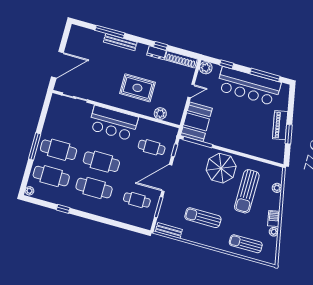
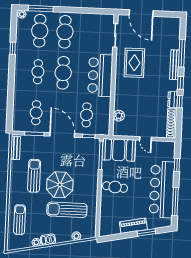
window: (141, 40) -> (181, 83), added
plant: (206, 68) -> (169, 147), removed
rug: (137, 88) -> (134, 63), moved
window: (289, 134) -> (146, 232), moved
cafe table: (235, 135) -> (115, 187), added
window: (35, 146) -> (41, 9), moved
parasol: (221, 168) -> (60, 185), moved
cafe table: (94, 188) -> (38, 72), width x0.73, depth x0.74

